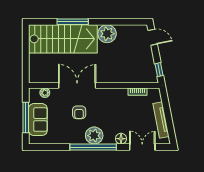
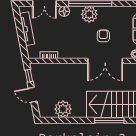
plant: (107, 34) -> (63, 109), moved
door: (153, 37) -> (33, 95), moved

